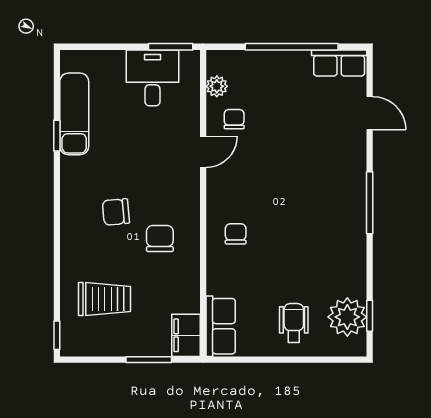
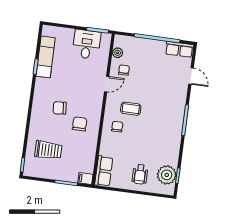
coffee table: (258, 194) -> (131, 109), added
wheelchair: (294, 323) -> (140, 174), turned 180
filing cabinet: (186, 335) -> (85, 179), width x0.50

